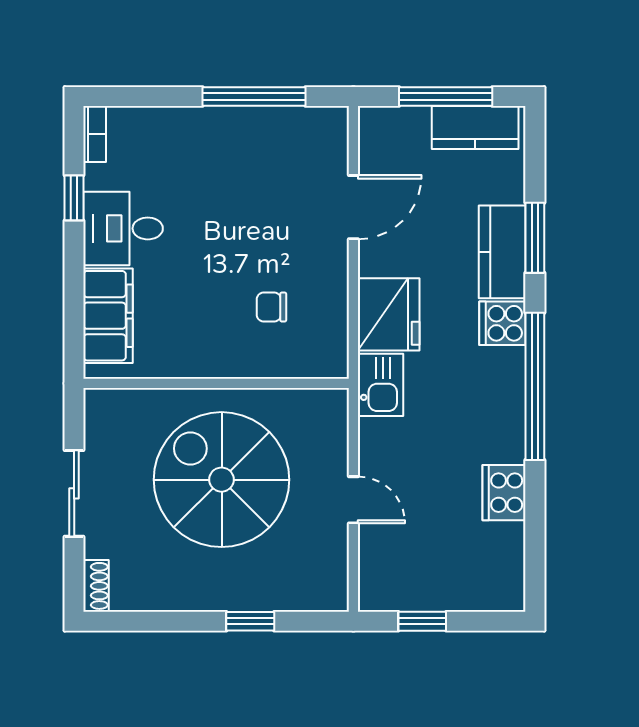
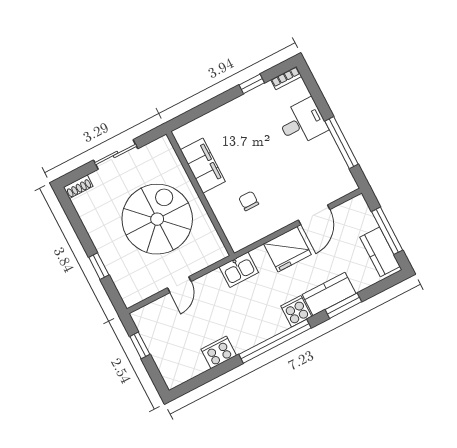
door: (353, 207) -> (314, 215), hinge flipped
desk: (123, 228) -> (302, 122), moved, turned 90
fridge: (389, 314) -> (287, 249), moved
filing cabinet: (108, 316) -> (203, 166), moved, turned -90

